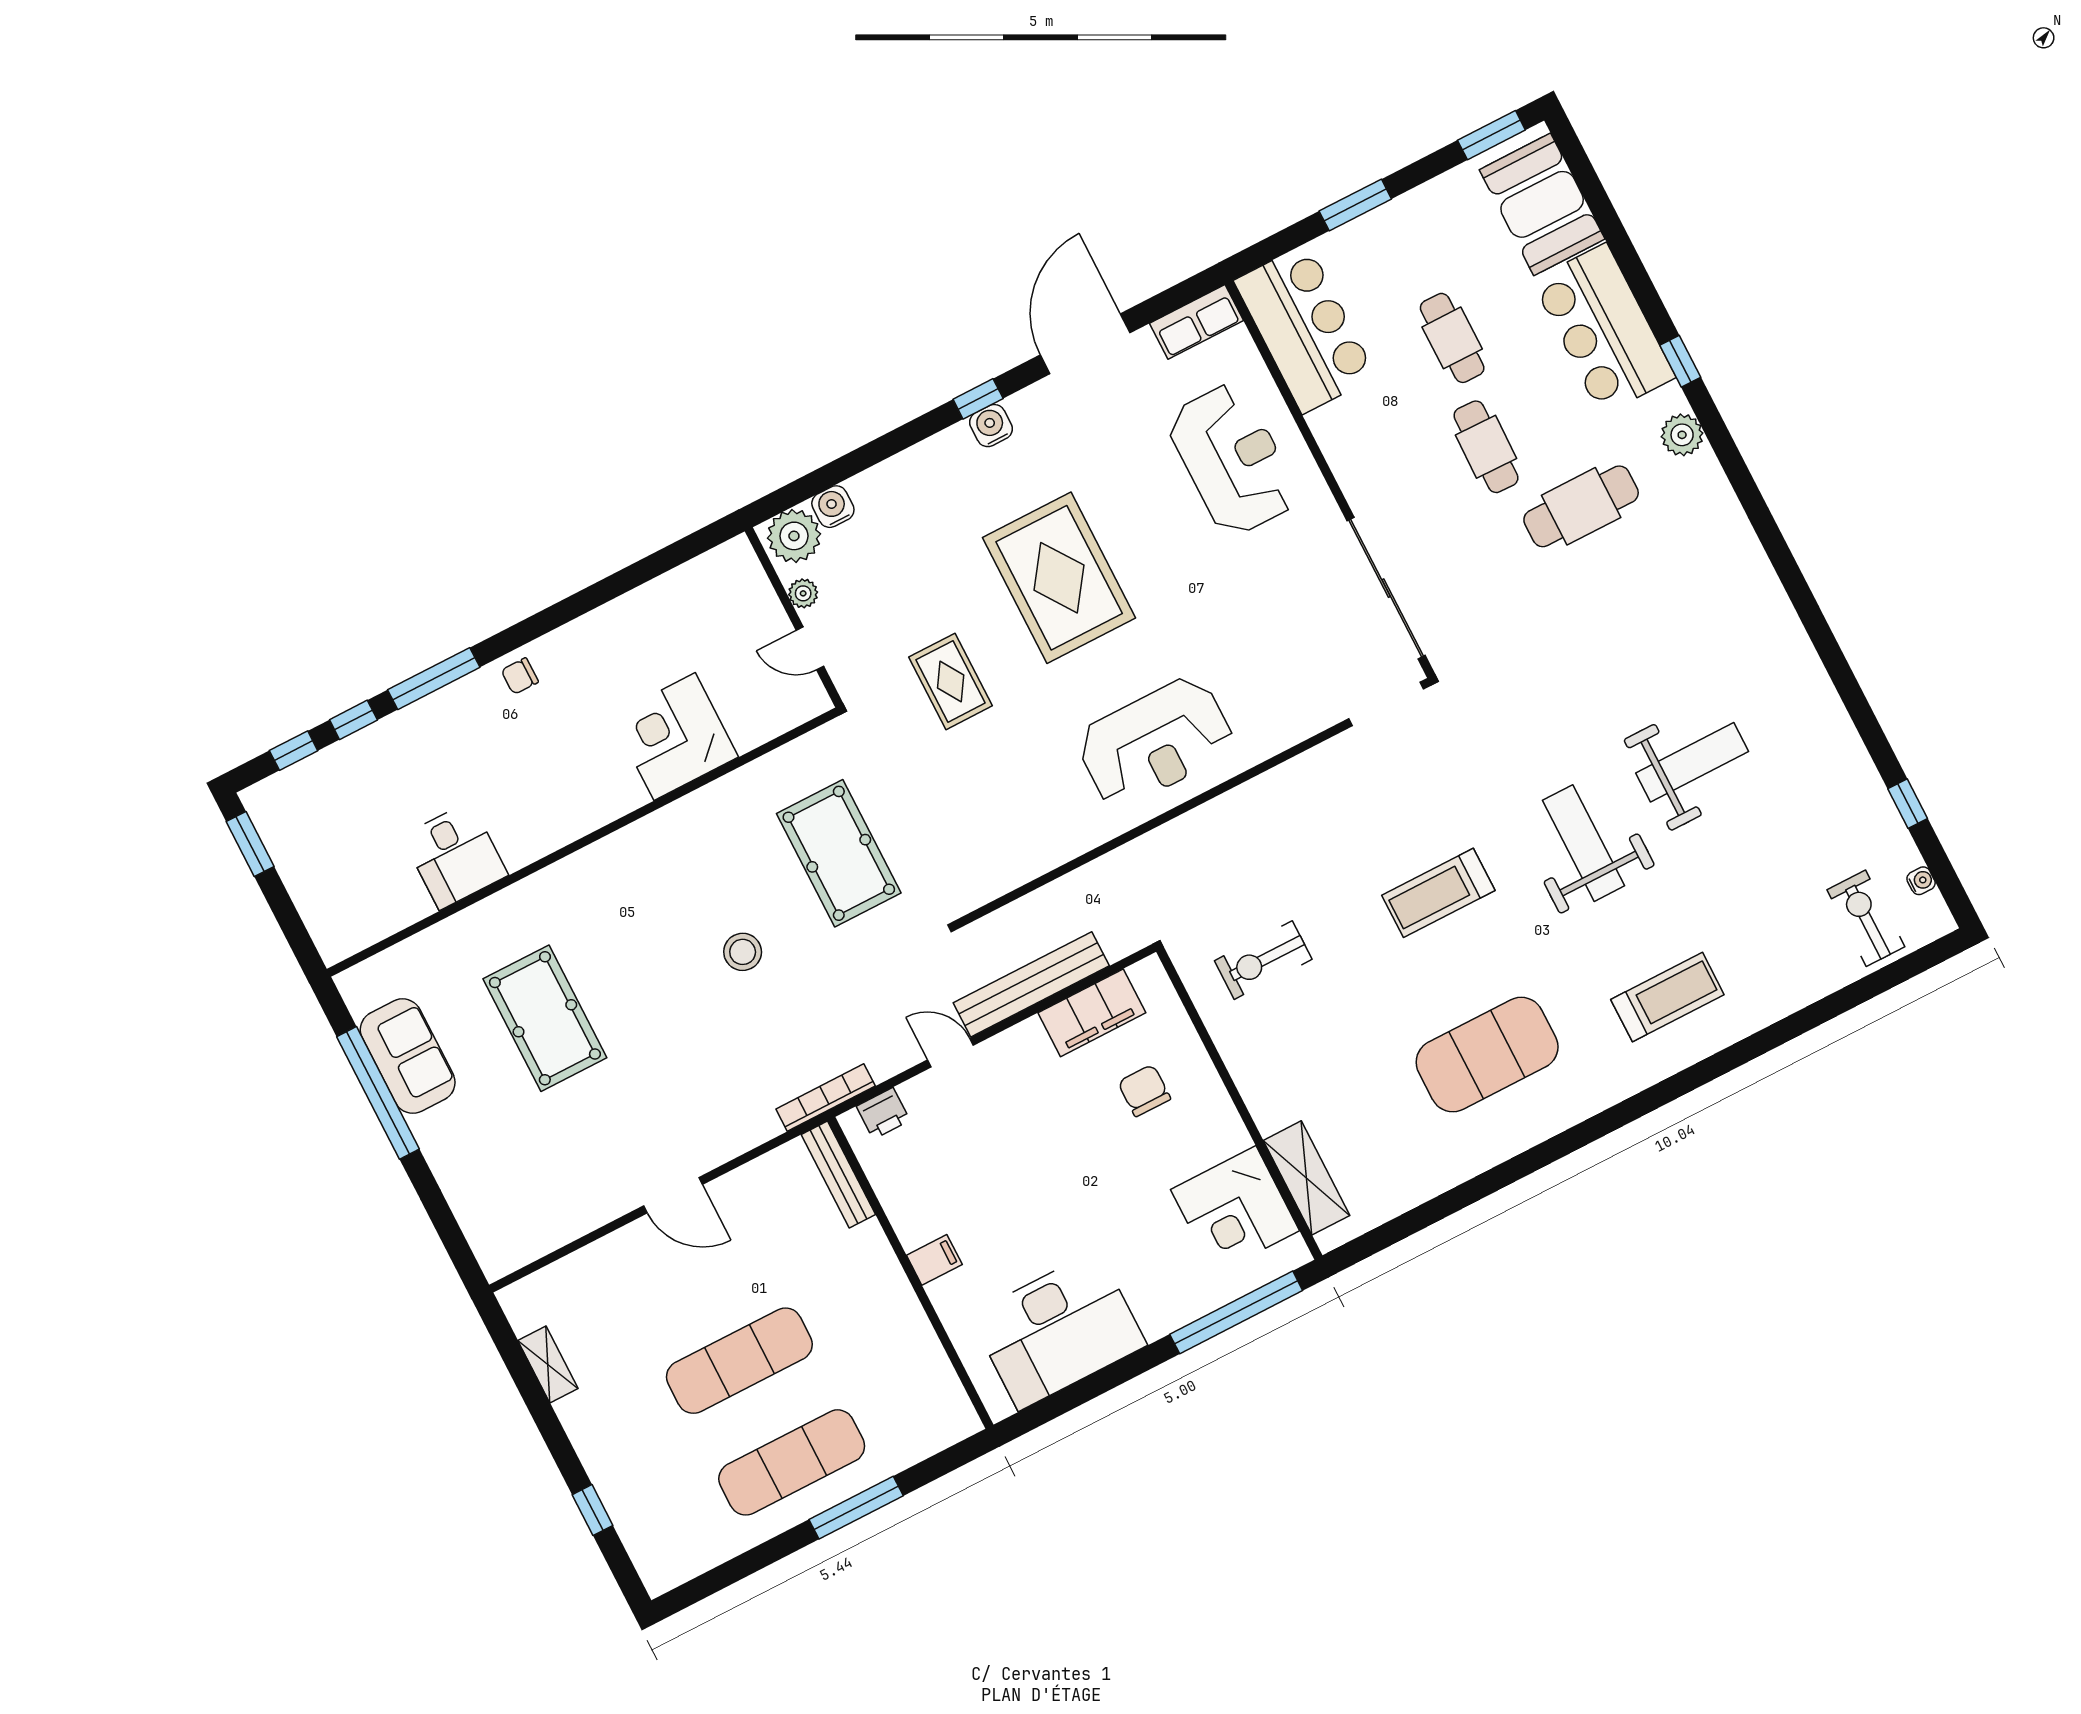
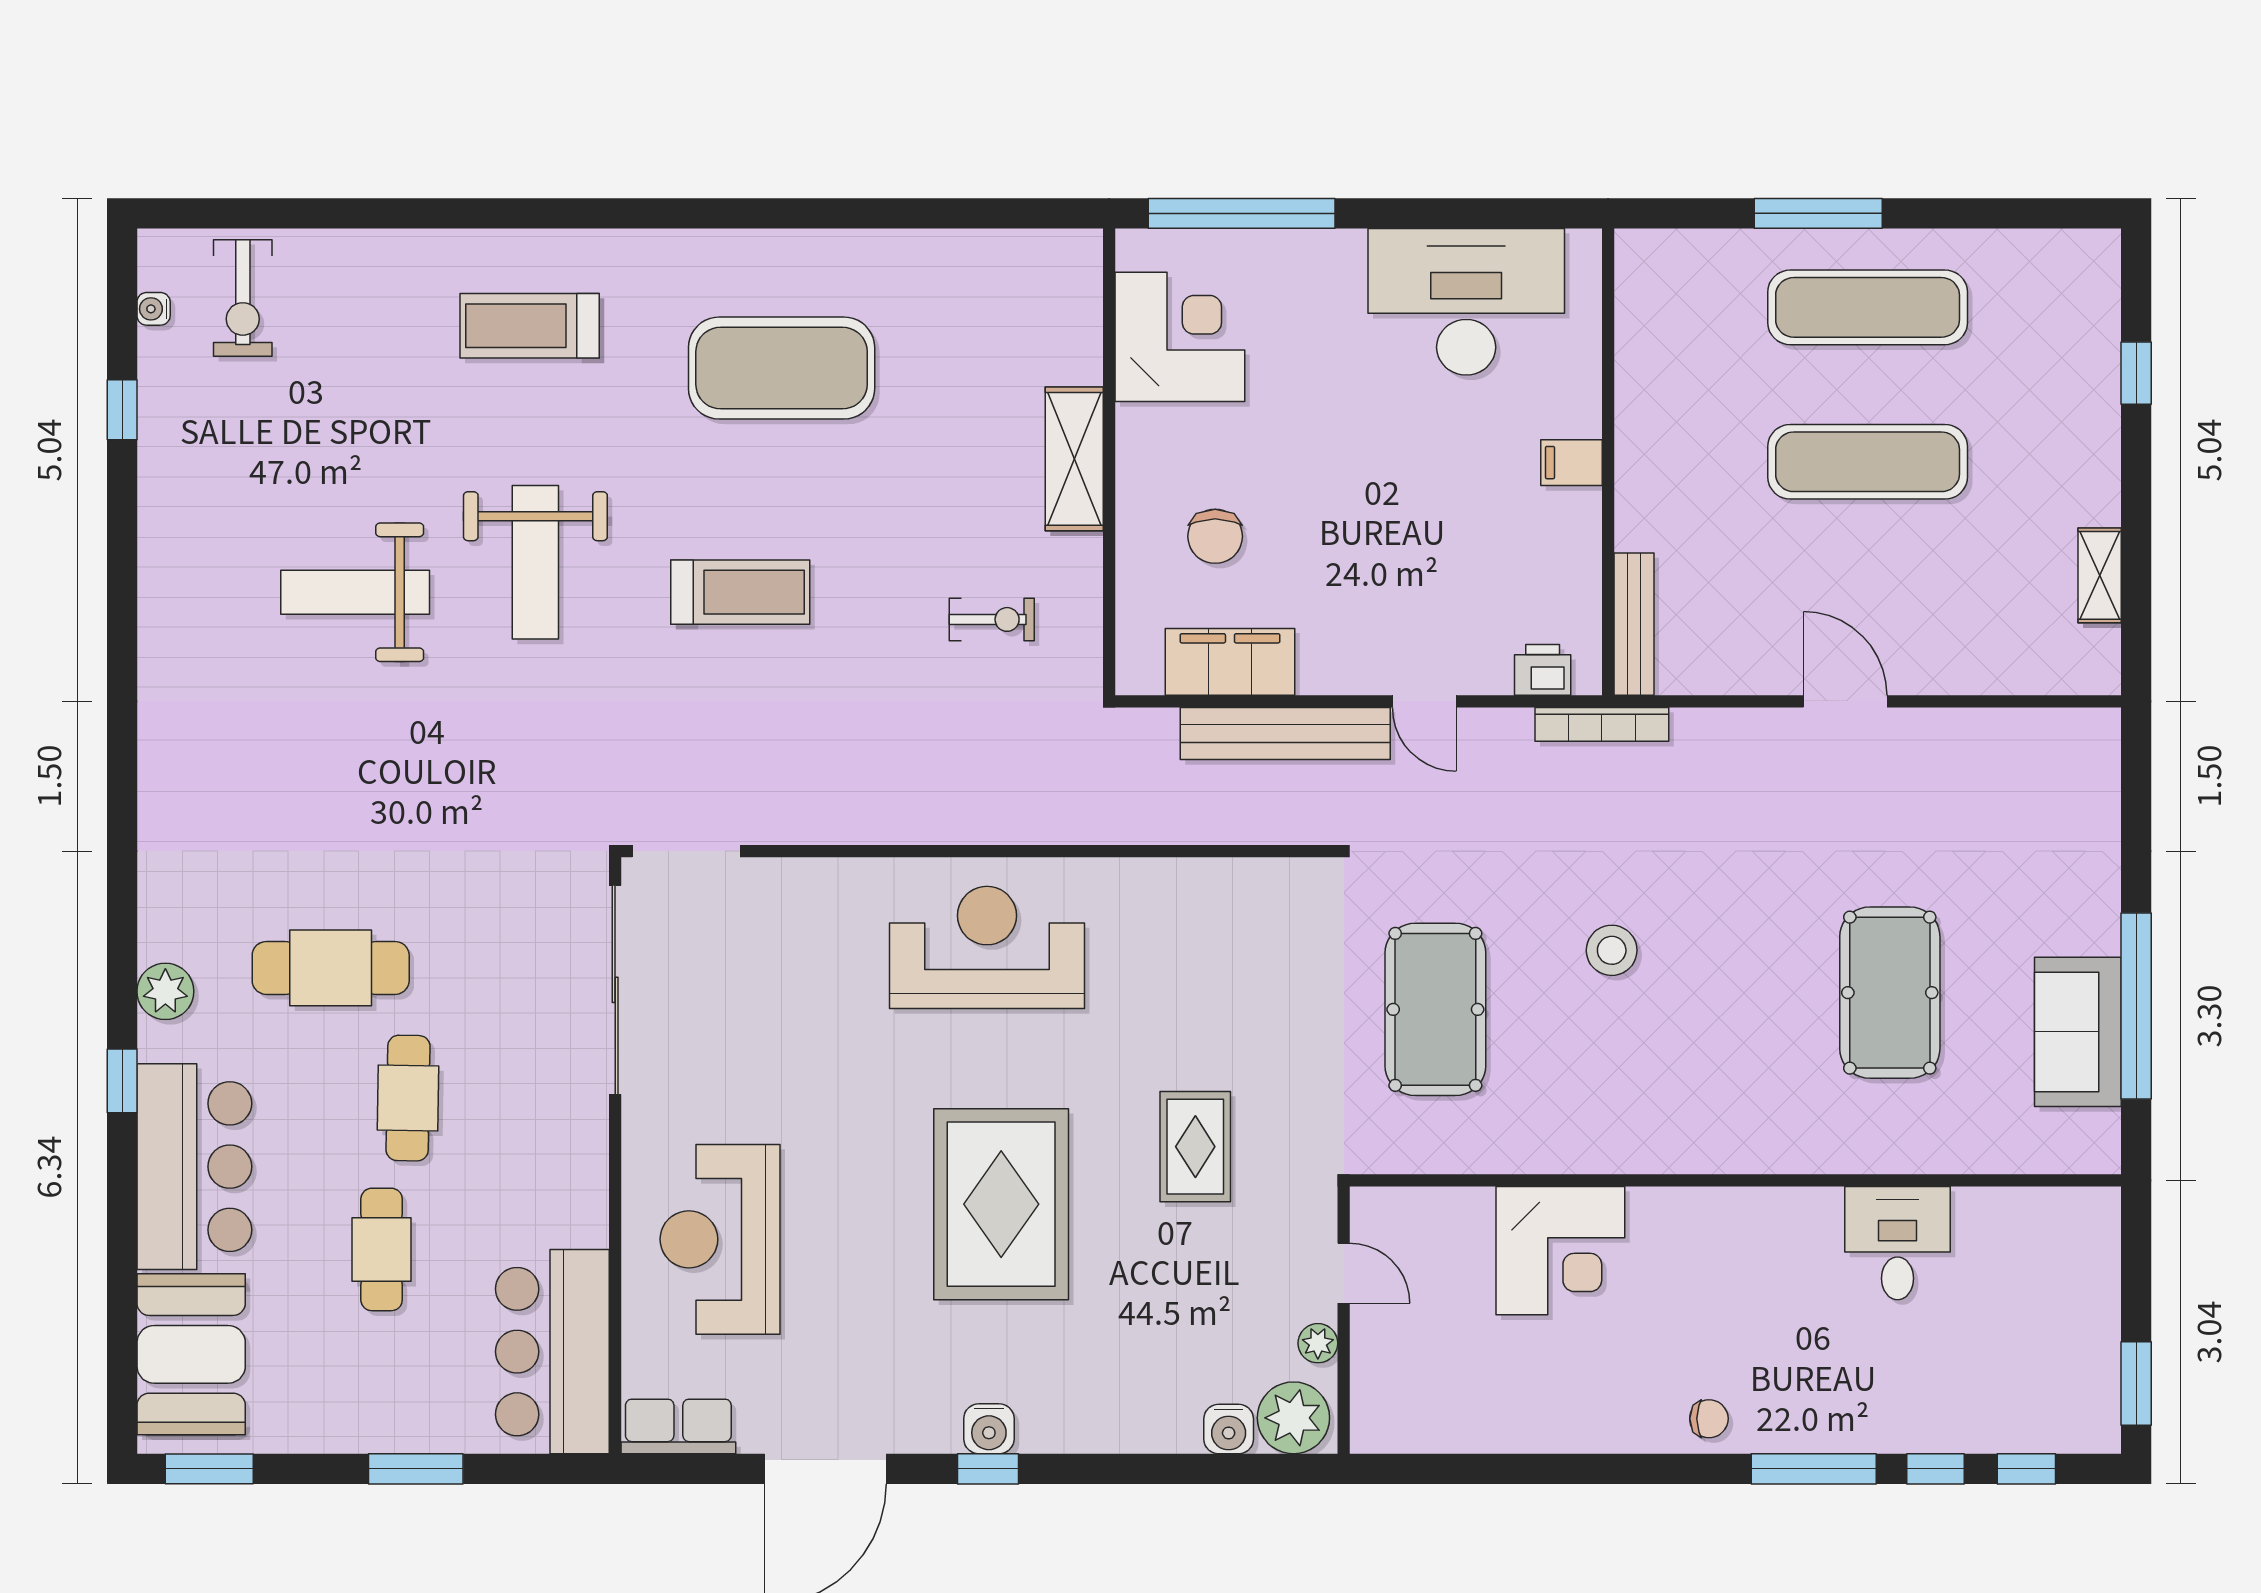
exercise bike: (1263, 960) -> (992, 619), width x0.73, depth x0.72
shelving: (1307, 1178) -> (1074, 459), moved

